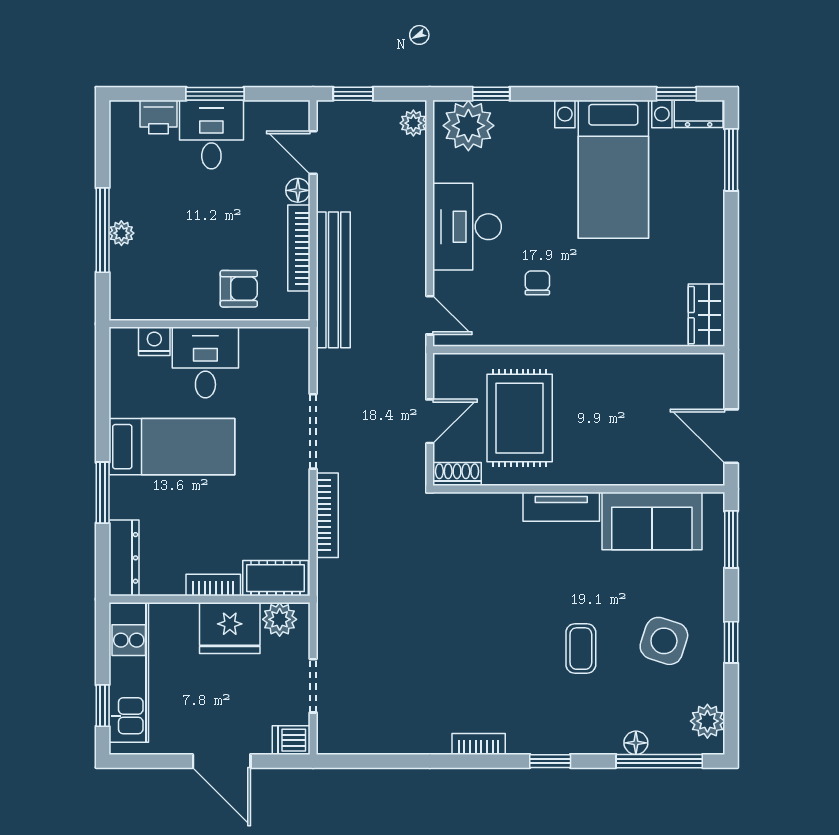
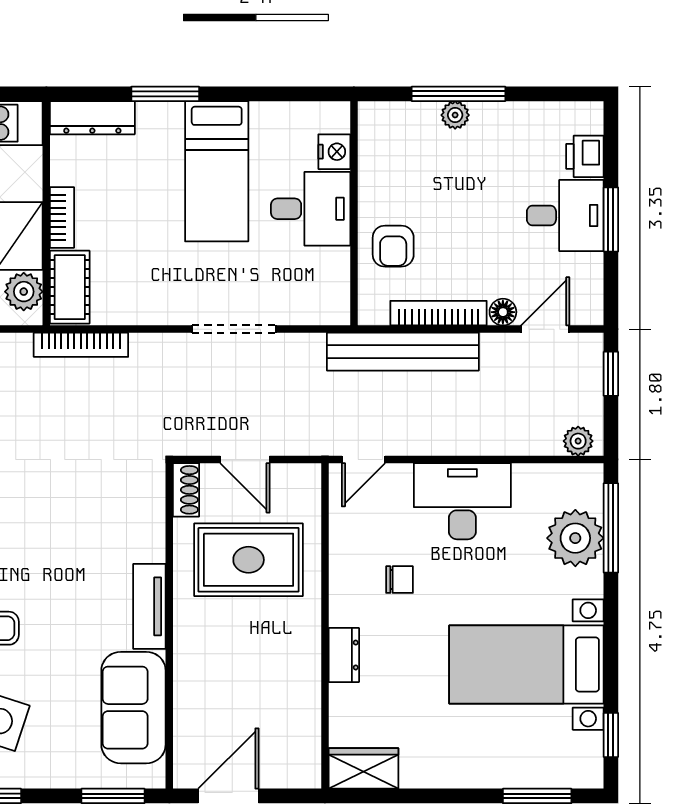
window: (491, 94) -> (611, 528), width x2.17
dresser: (699, 114) -> (344, 655), moved, turned 180
plant: (468, 126) -> (575, 538), moved
bookcase: (327, 515) -> (81, 345), moved

